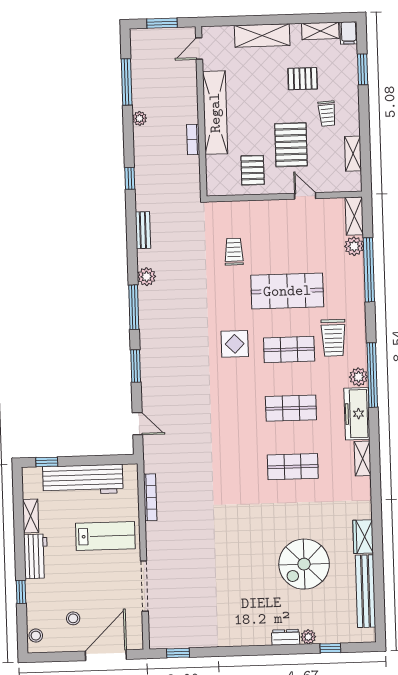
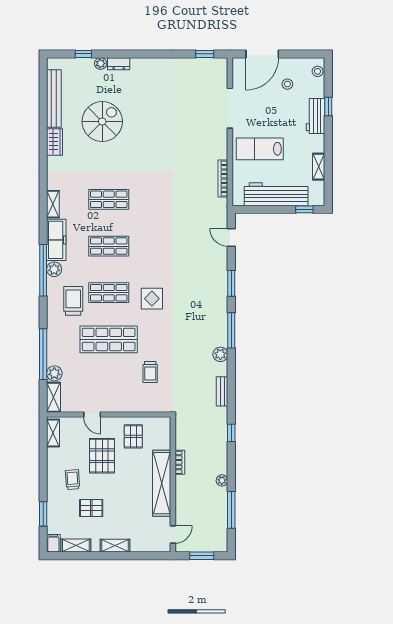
shelving: (262, 35) -> (115, 546), width x0.67, depth x0.75
shelving: (353, 154) -> (53, 433), moved
workbench: (36, 556) -> (316, 116), moved

